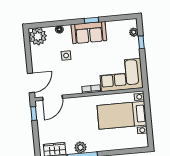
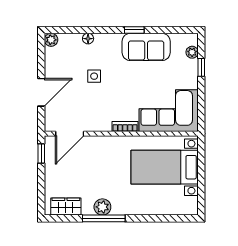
sofa: (89, 33) -> (146, 47), moved
plant: (38, 36) -> (51, 40), width x0.53, depth x0.53
door: (31, 83) -> (41, 92), moved

